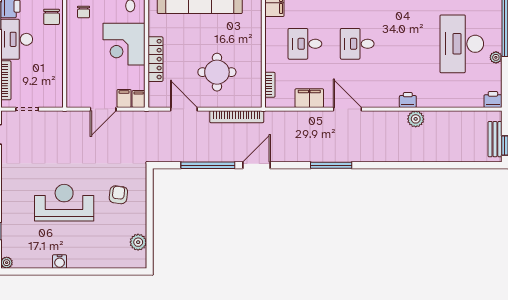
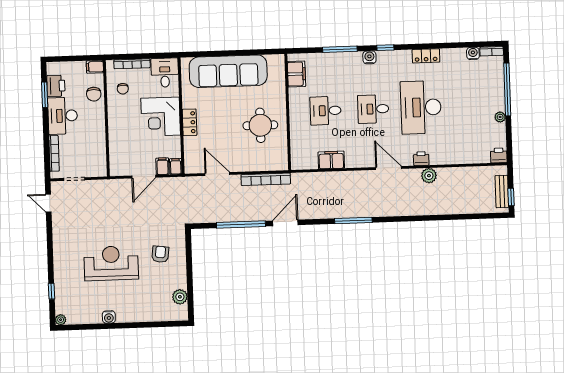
desk: (462, 44) -> (421, 107), moved
locker: (155, 59) -> (190, 122), width x0.66
round table: (217, 72) -> (260, 125), moved
bookcase: (270, 85) -> (295, 149), removed
door: (347, 109) -> (389, 168), moved

